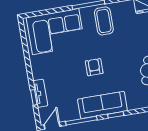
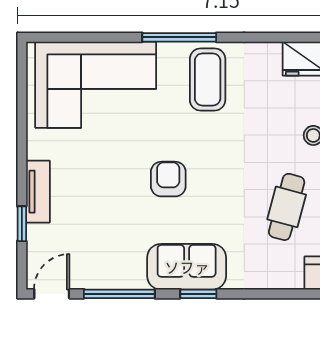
tv unit: (40, 93) -> (38, 192), moved
sofa: (102, 105) -> (187, 267), width x0.73

